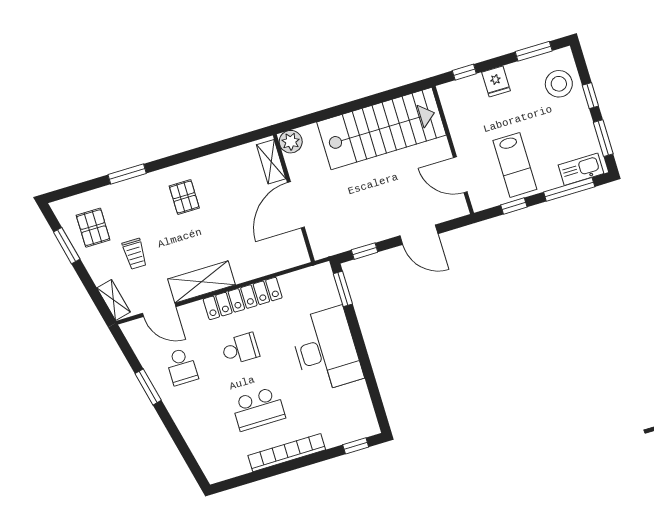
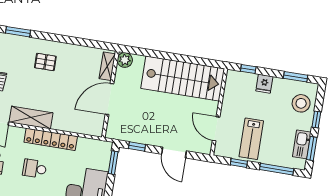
kitchen sink: (581, 169) -> (302, 144), moved, turned -90
pallet: (184, 197) -> (45, 62), turned 90
school desk: (240, 349) -> (35, 169), turned 180

